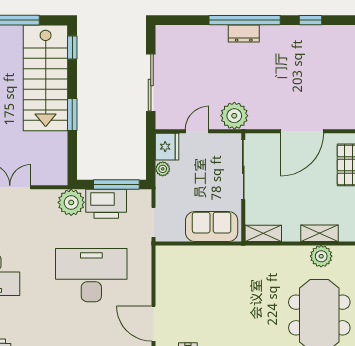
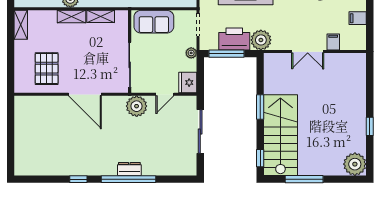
door: (302, 131) -> (85, 94), swing flipped
plant: (163, 169) -> (191, 53), moved
shelving: (263, 233) -> (101, 16), moved

